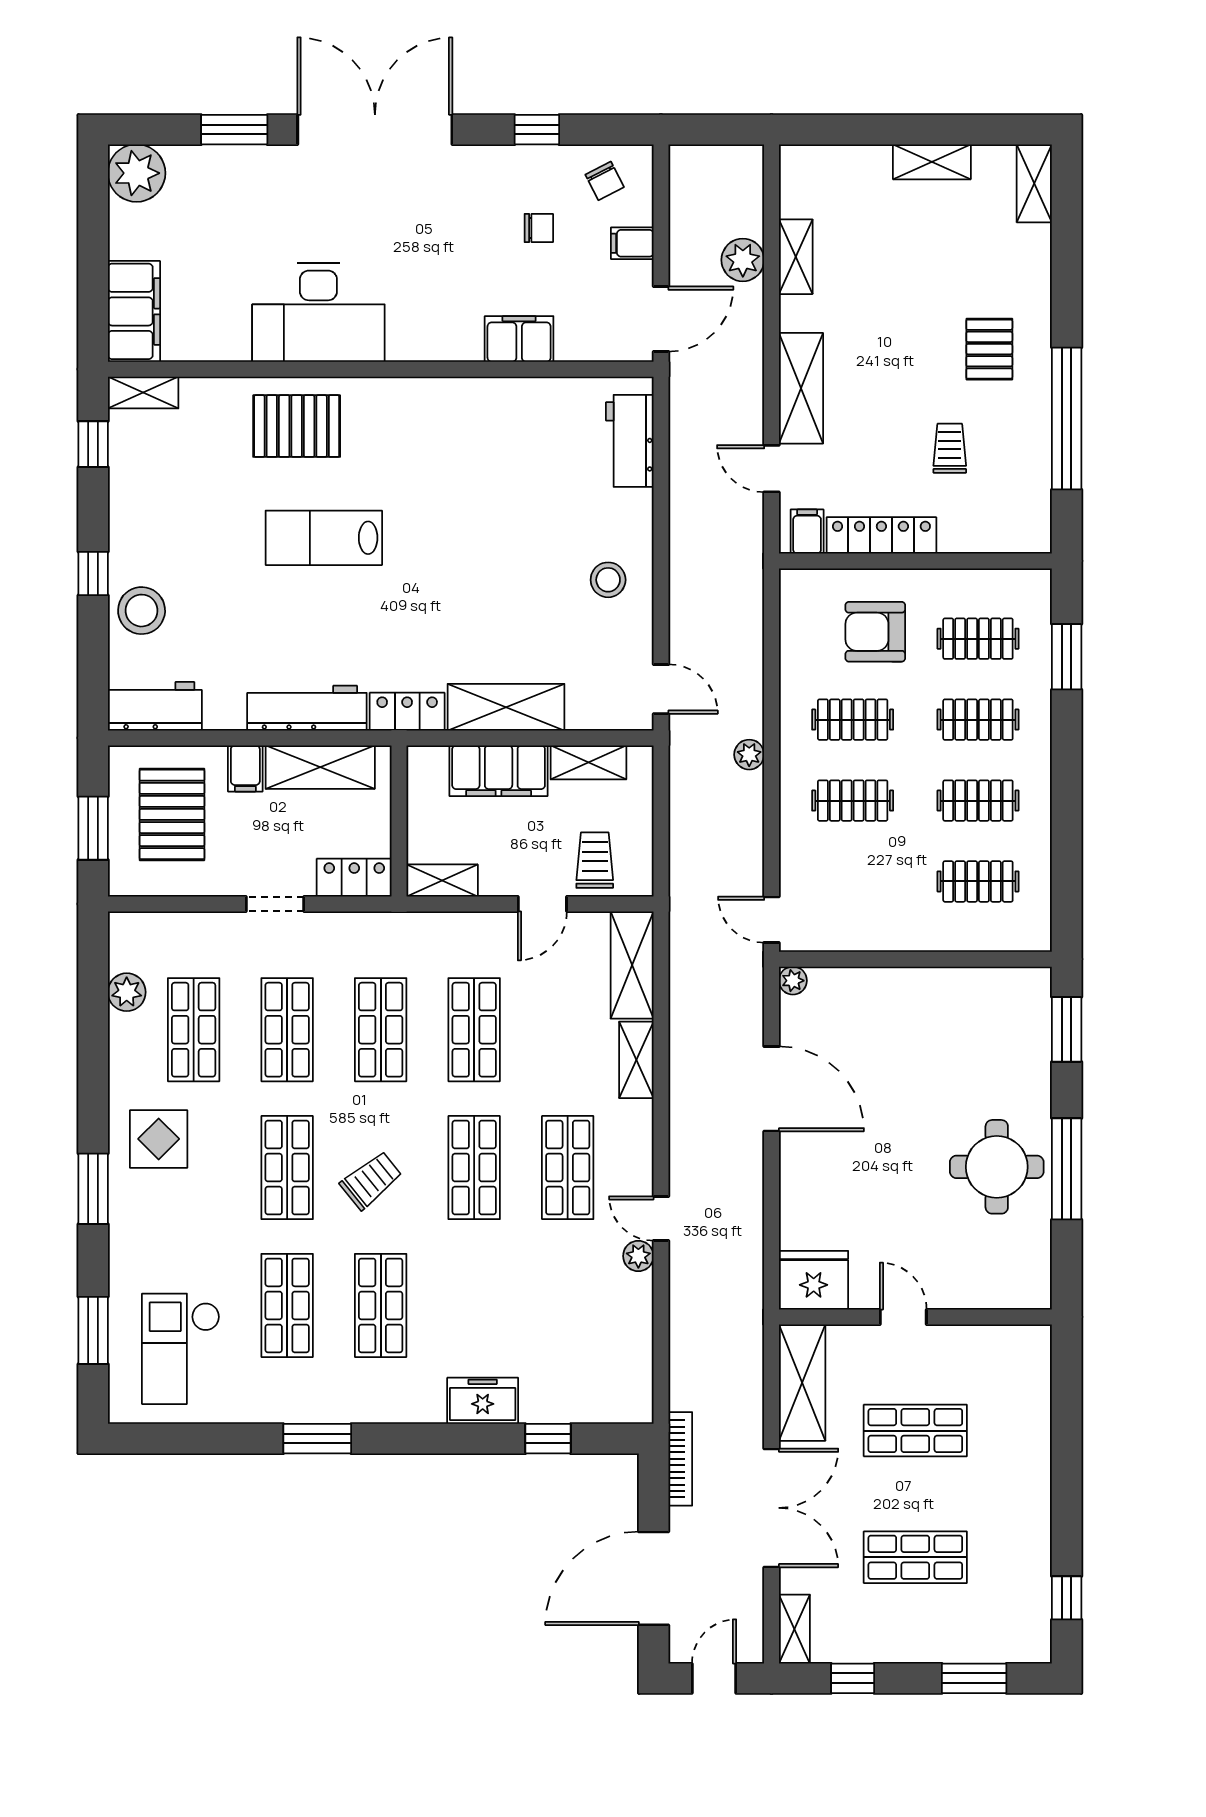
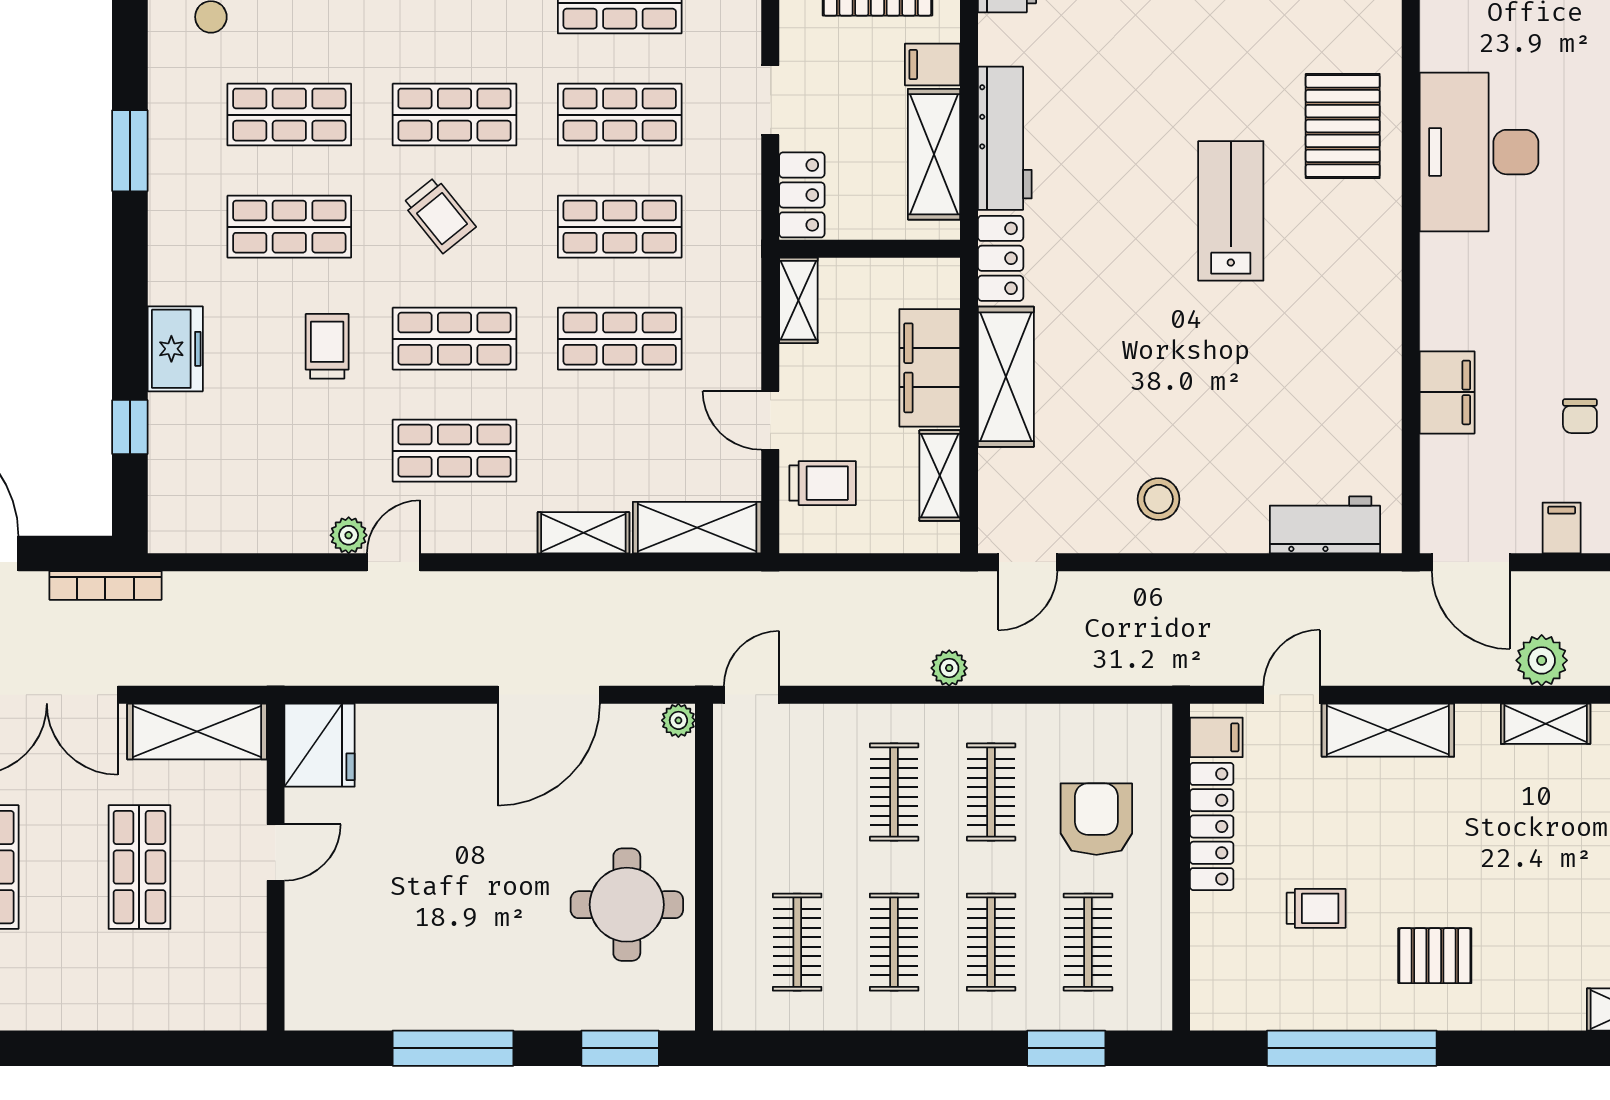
lab bench: (324, 538) -> (1231, 211), moved
round table: (997, 1167) -> (627, 905), moved
trolley: (481, 1274) -> (327, 346), added

